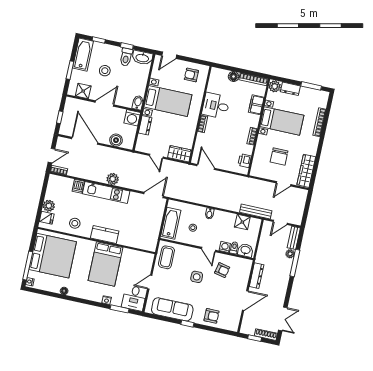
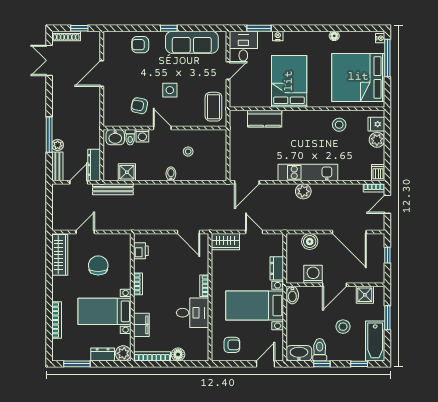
washing machine: (132, 118) -> (313, 274), moved
dishwasher: (78, 186) -> (378, 173), moved
bathtub: (171, 223) -> (217, 151), removed
kitchen counter: (105, 235) -> (265, 119), moved
dresser: (257, 276) -> (94, 165), moved

